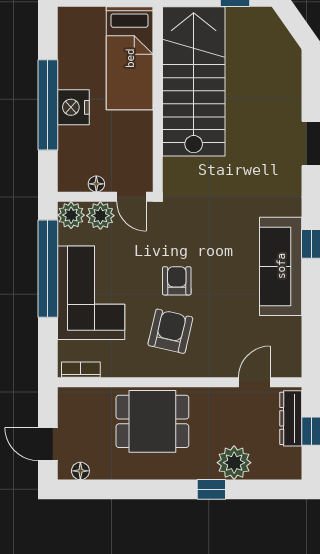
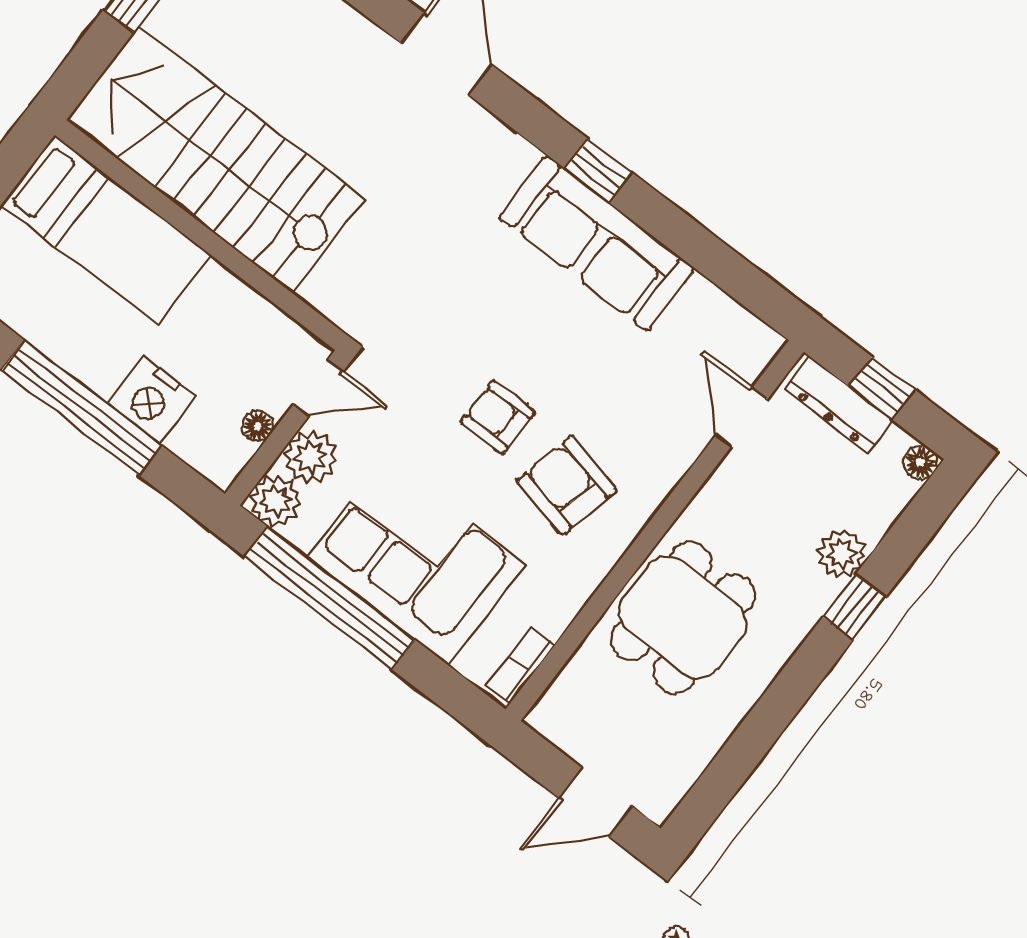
nightstand: (73, 107) -> (151, 400), moved
plant: (234, 463) -> (841, 554), width x0.73, depth x0.73
floor lamp: (80, 471) -> (921, 462), moved

